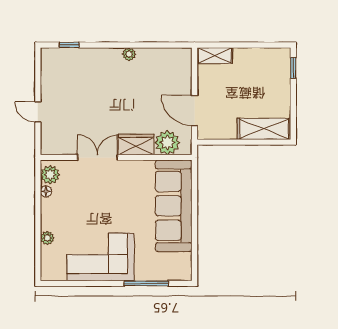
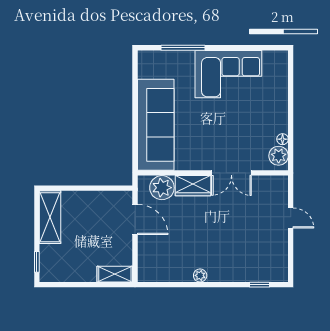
shelving: (264, 129) -> (50, 217), moved, turned 90
plant: (47, 238) -> (281, 93), removed

